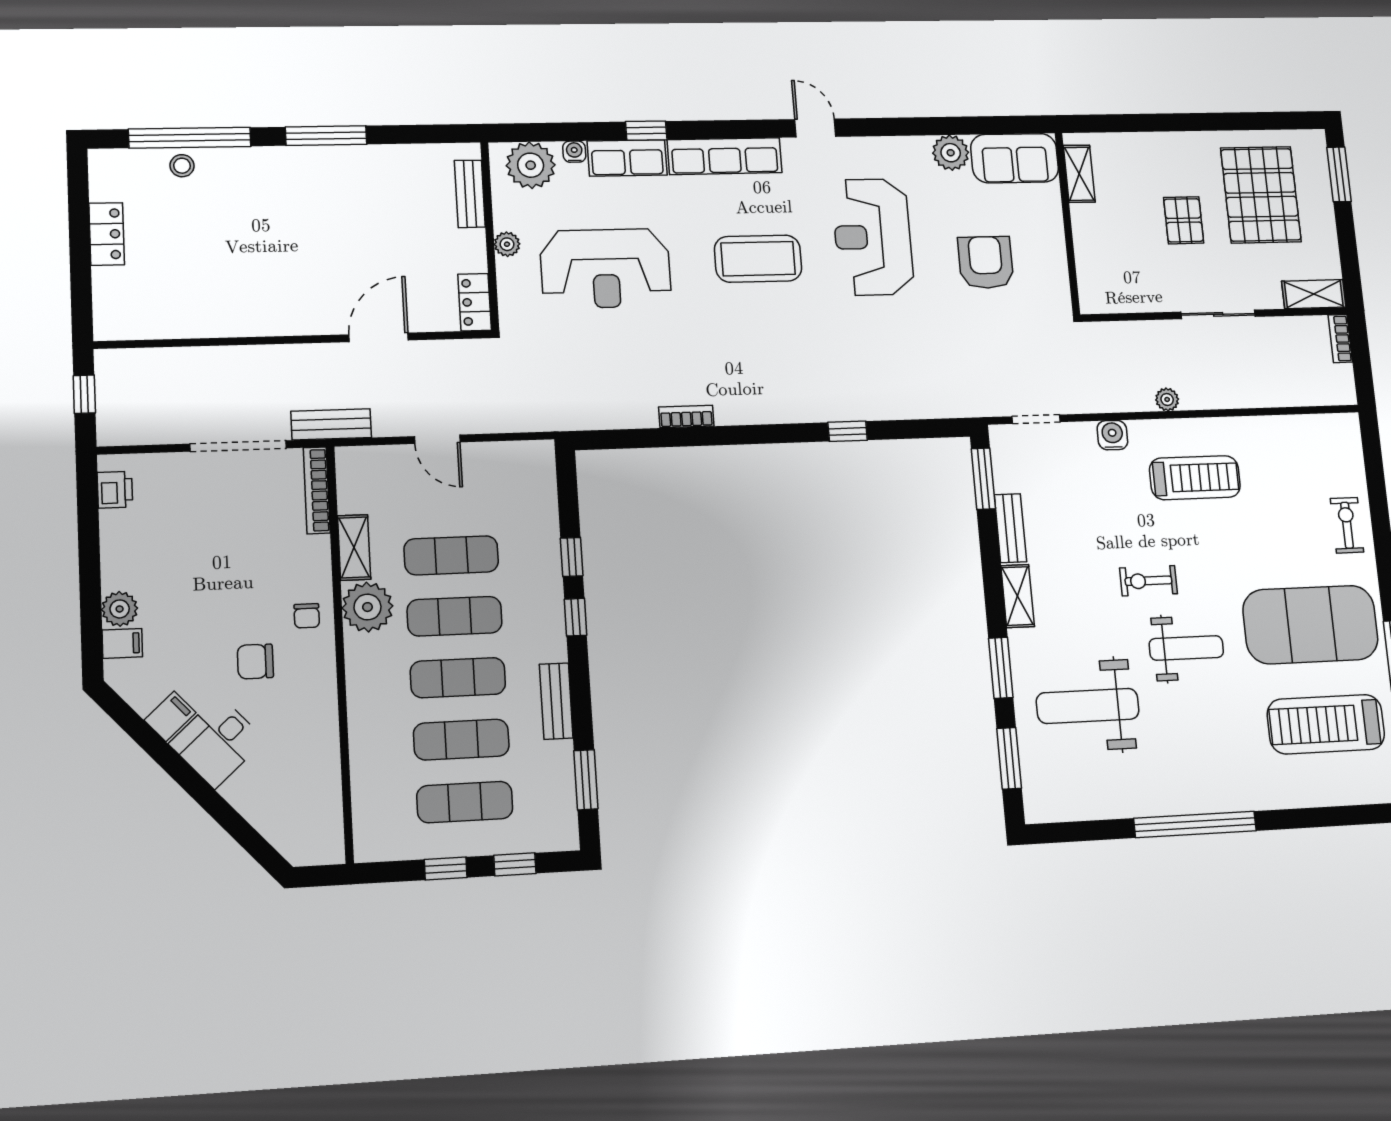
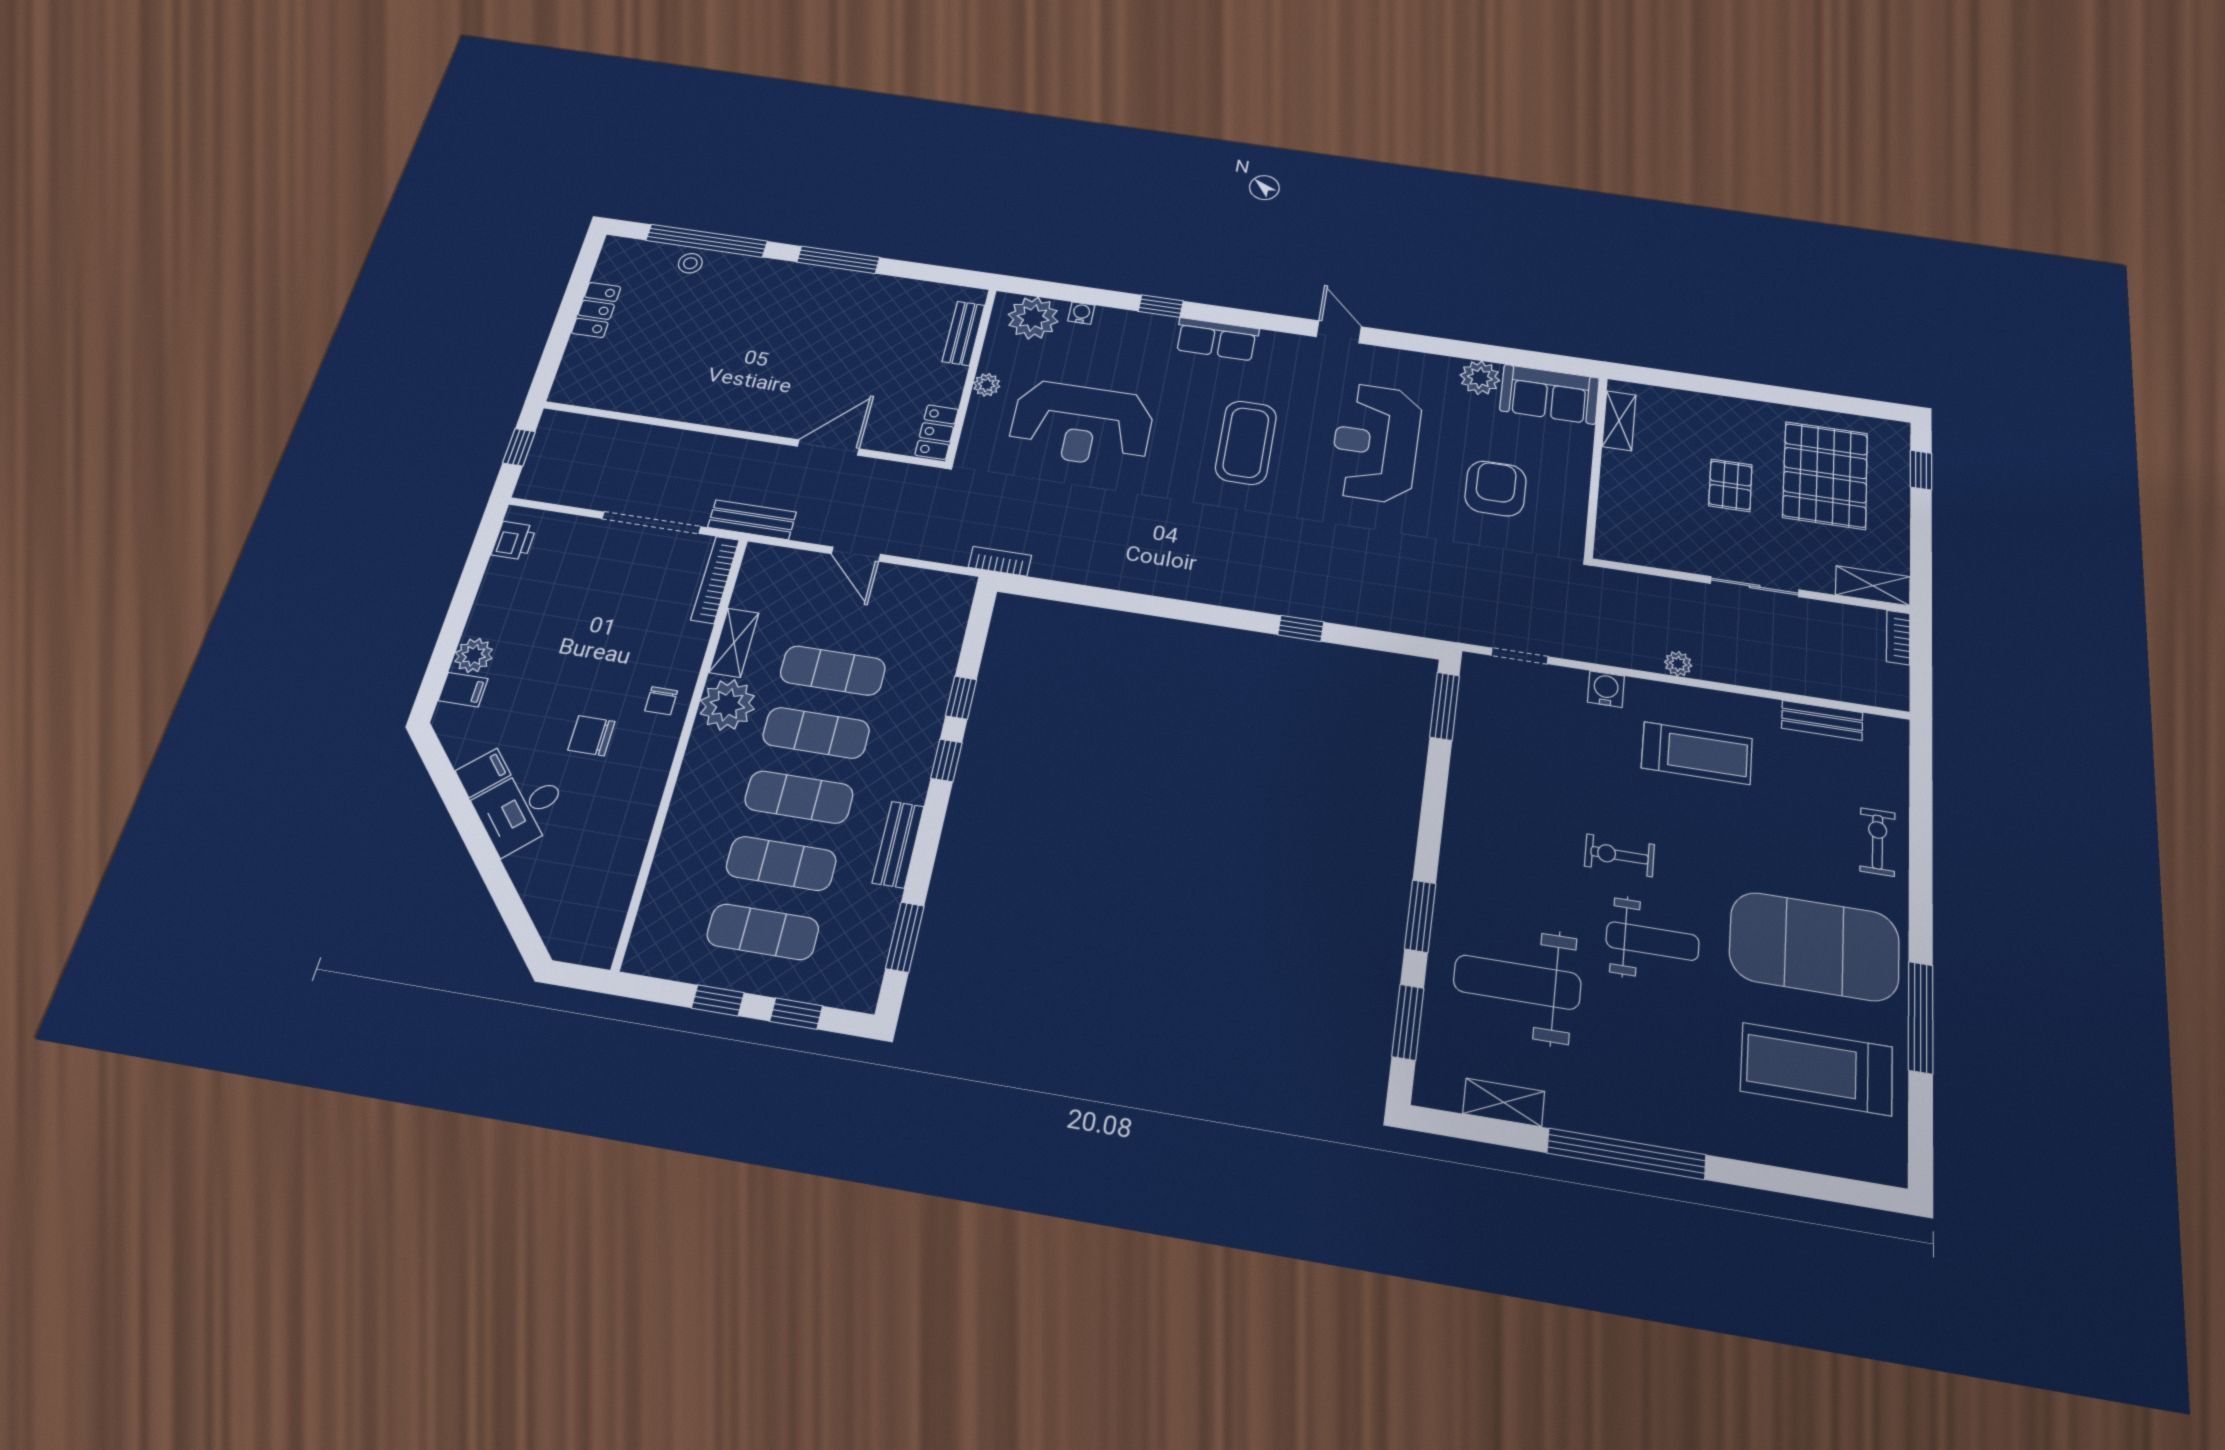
row of seats: (725, 156) -> (1217, 339), width x0.68
row of seats: (627, 158) -> (1134, 327), removed
window: (1339, 174) -> (1921, 470), width x0.67
coffee table: (758, 259) -> (1246, 443), turned 90
bookcase: (686, 416) -> (1000, 561), moved
bench: (1010, 528) -> (1822, 720), moved, turned 90
shelving: (1018, 596) -> (1504, 1102), moved, turned 90

